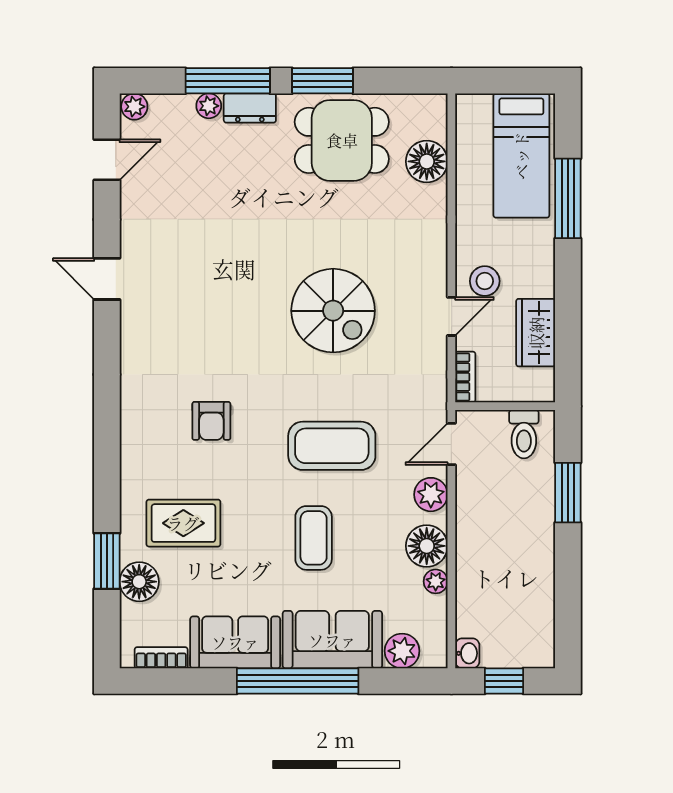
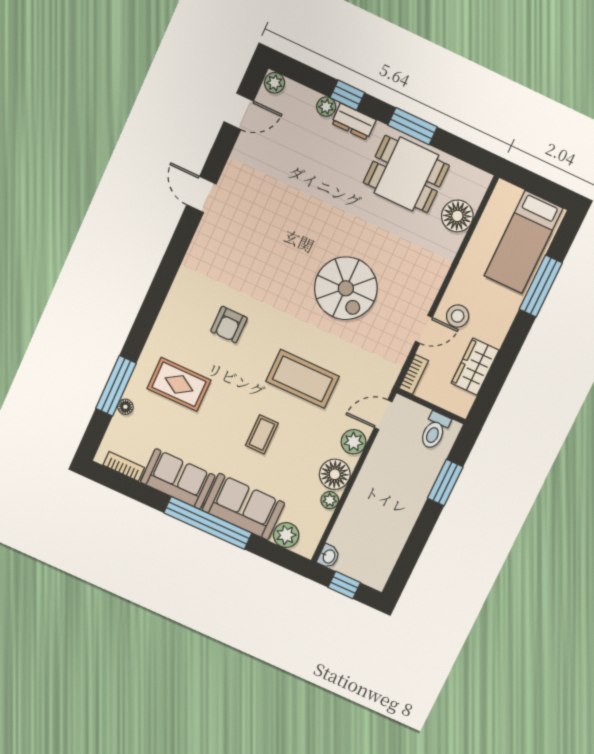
window: (228, 81) -> (347, 95), width x0.46
coffee table: (314, 538) -> (262, 434), width x0.73, depth x0.77
window: (107, 561) -> (116, 386), width x1.44
floor lamp: (139, 582) -> (125, 407), width x0.53, depth x0.53

